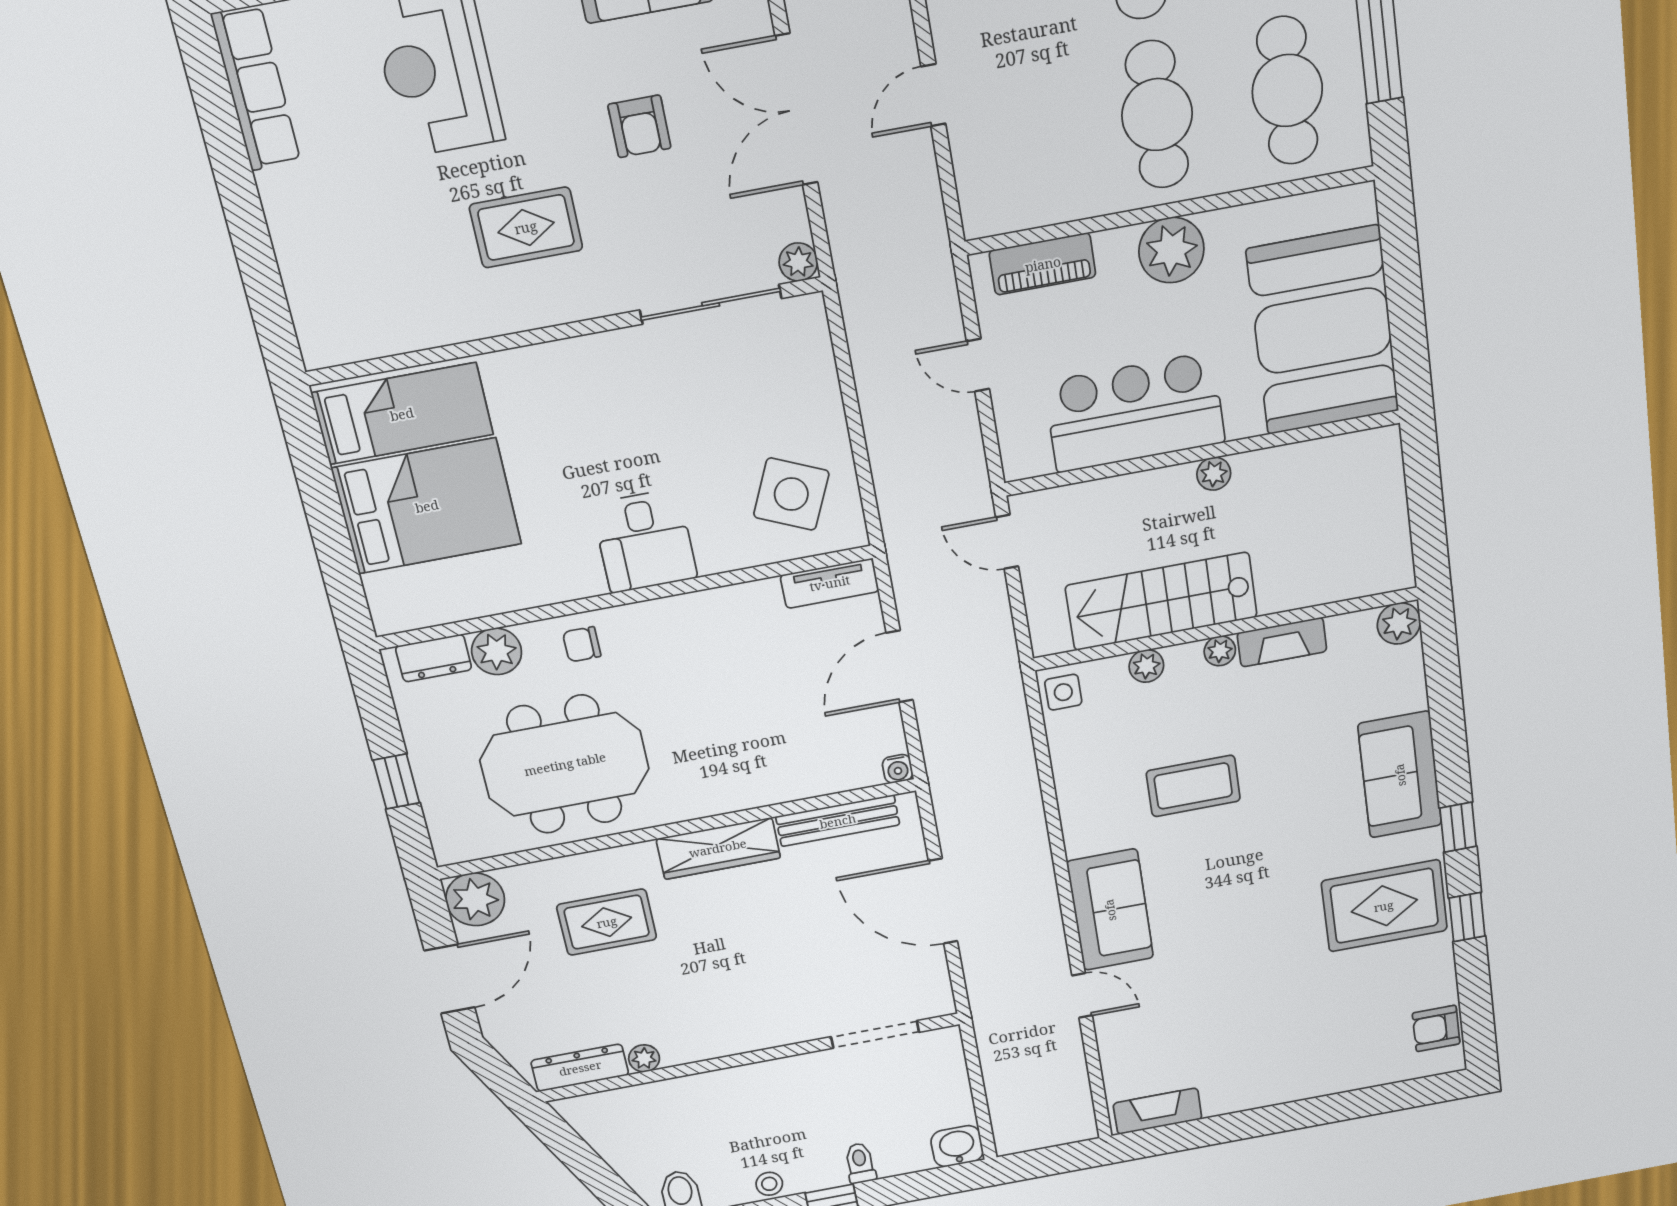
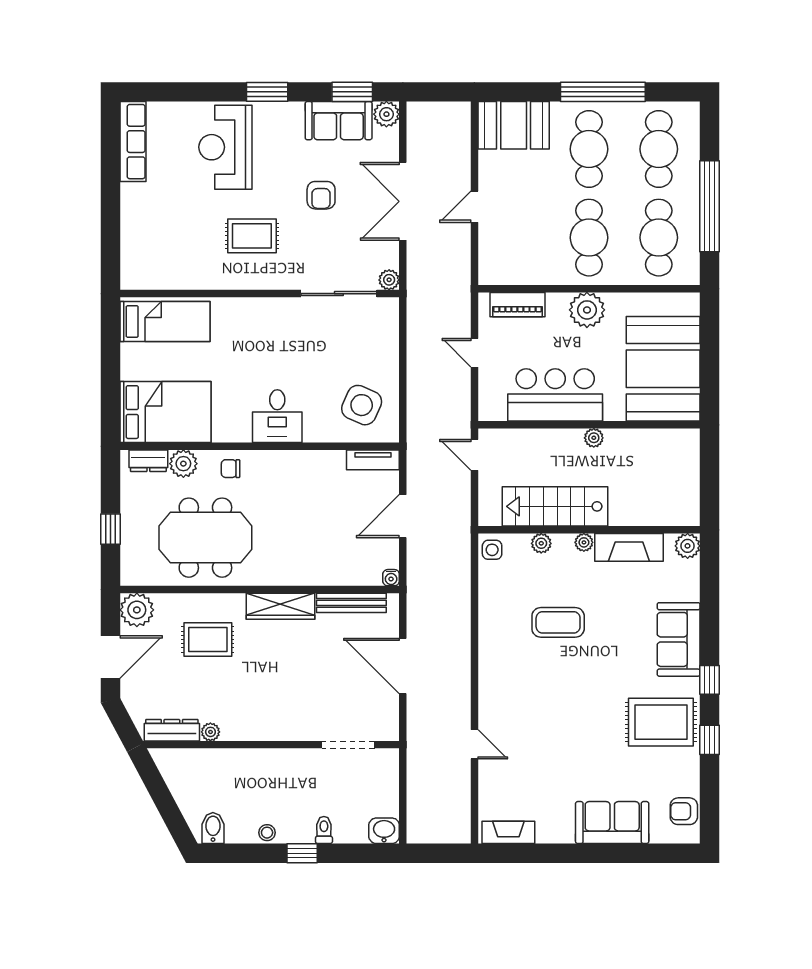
bed: (427, 506) -> (165, 412), moved
fireplace: (1282, 642) -> (629, 547), width x1.37, depth x1.32
sofa: (1110, 910) -> (612, 823), moved, turned -90

